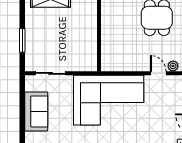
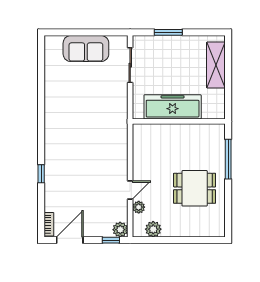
freezer: (87, 37) -> (173, 107), added
corner sofa: (109, 100) -> (99, 132), removed

